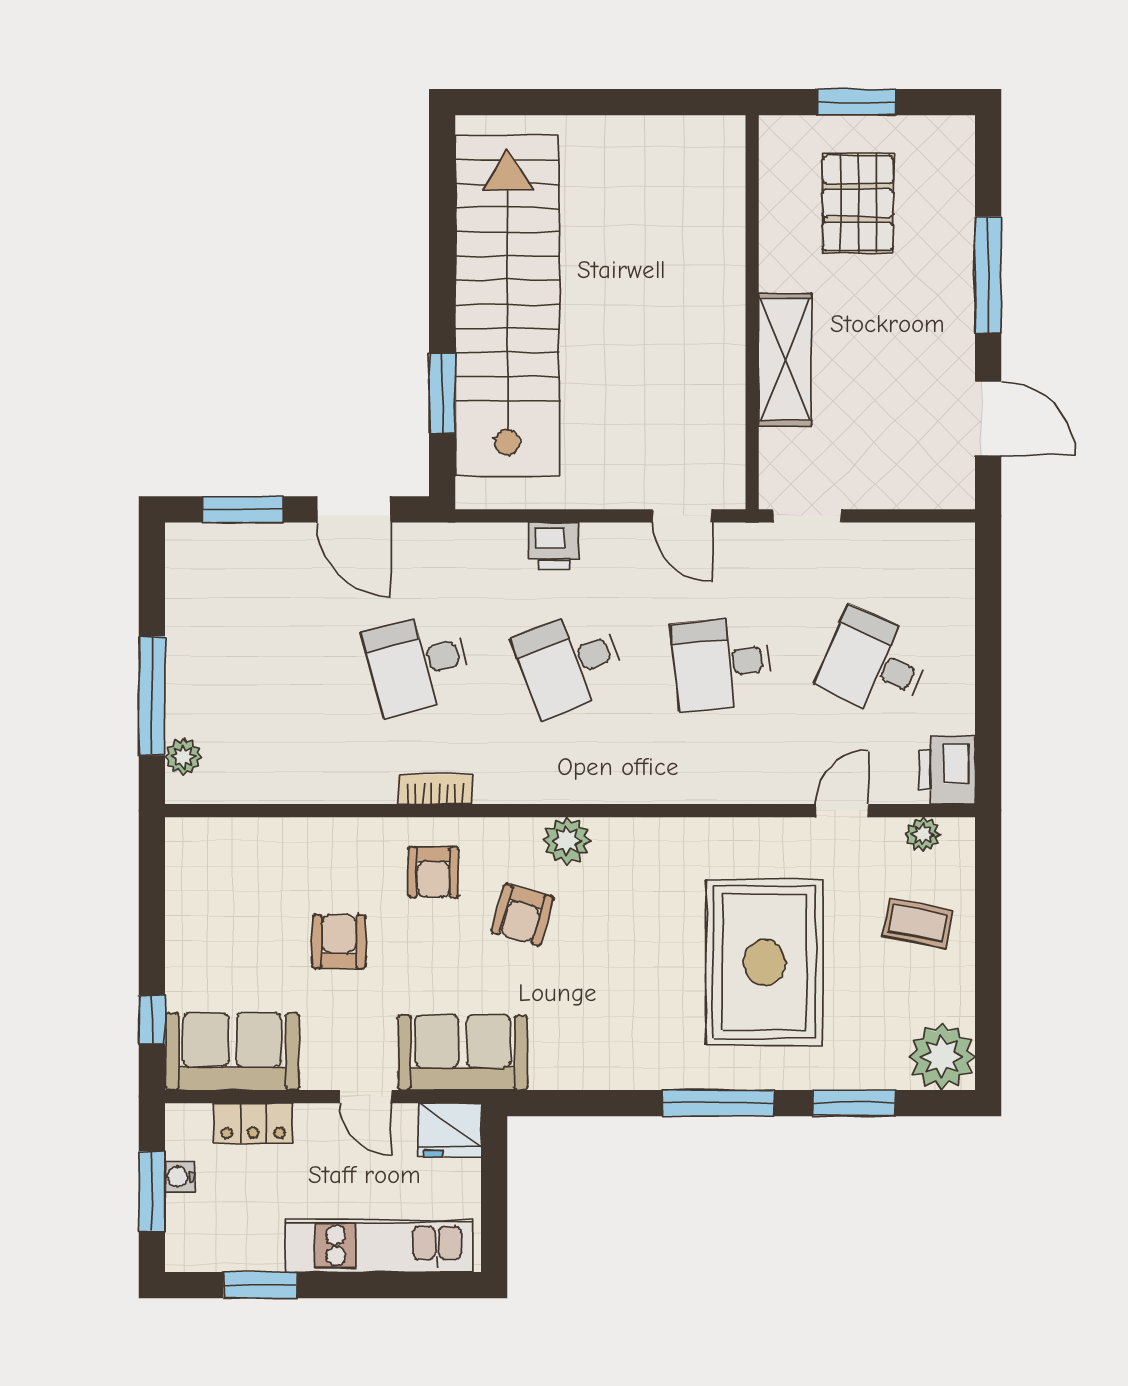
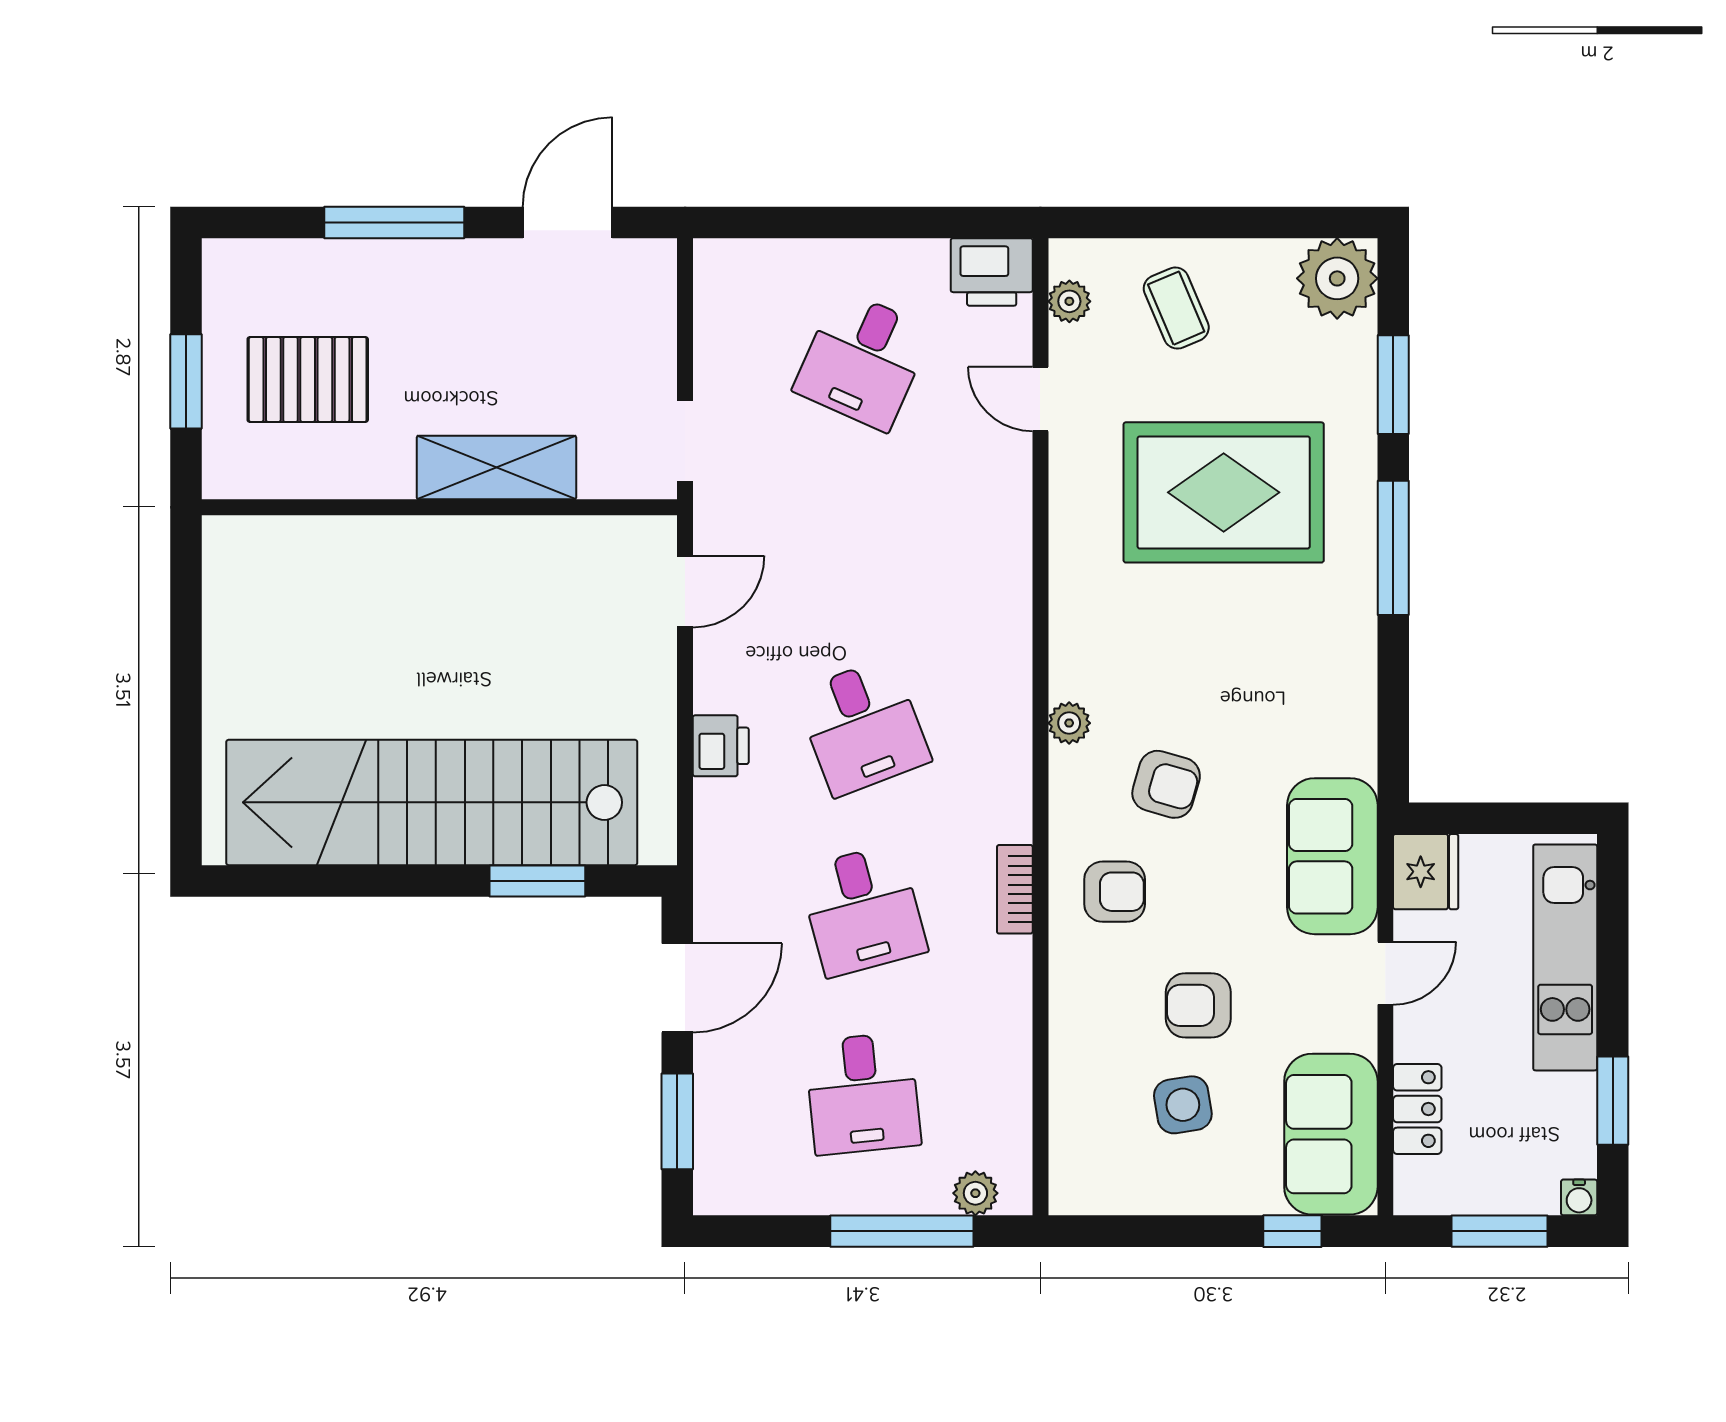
desk: (722, 663) -> (863, 1093), moved
plant: (567, 841) -> (1069, 723), width x0.73, depth x0.73
coffee table: (917, 923) -> (1176, 308), turned -34
side table: (257, 929) -> (1183, 1105), added
water cooler: (180, 1177) -> (1579, 1197), moved

